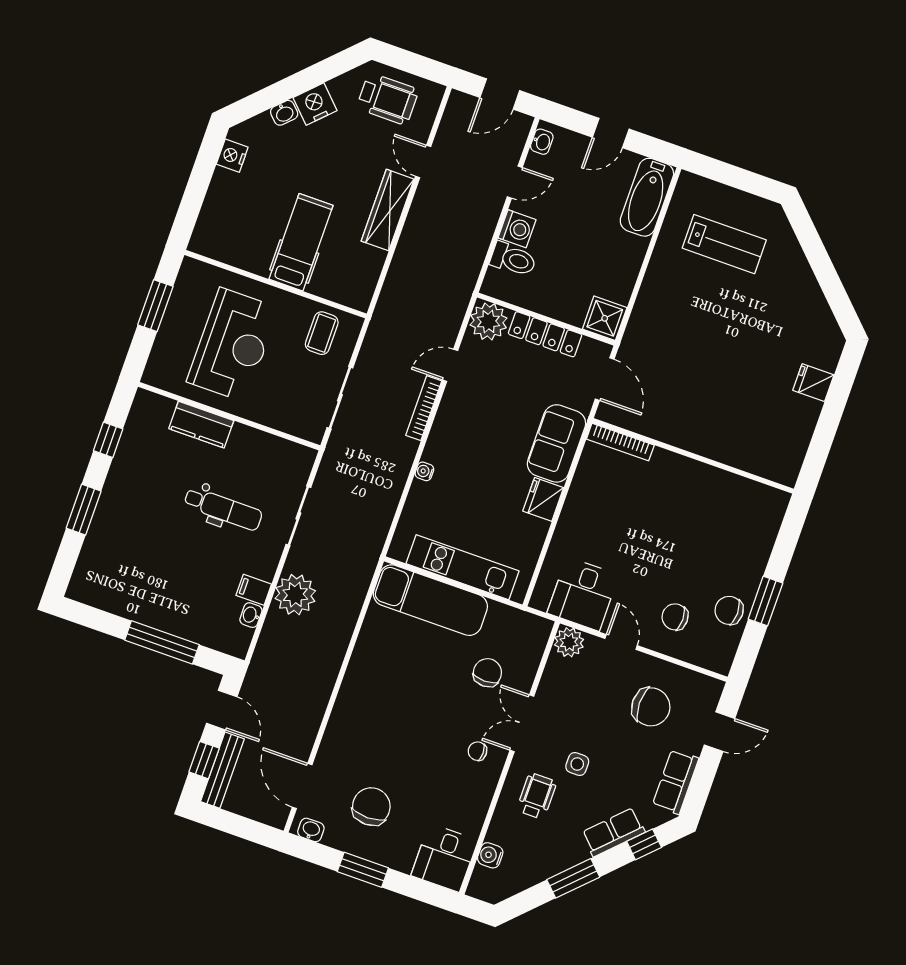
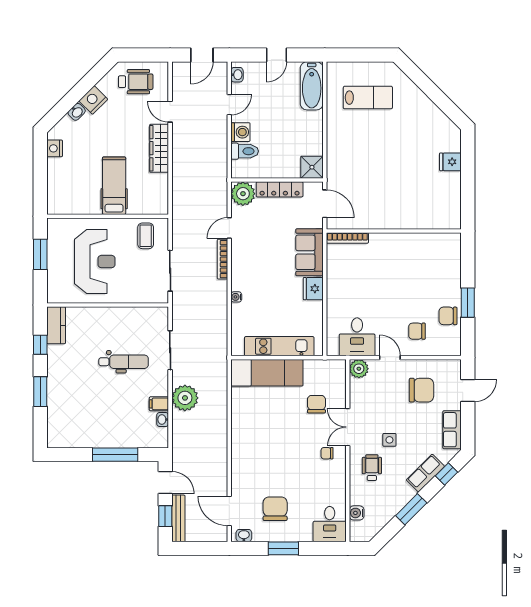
kitchen counter: (201, 425) -> (56, 325), moved, turned -90

